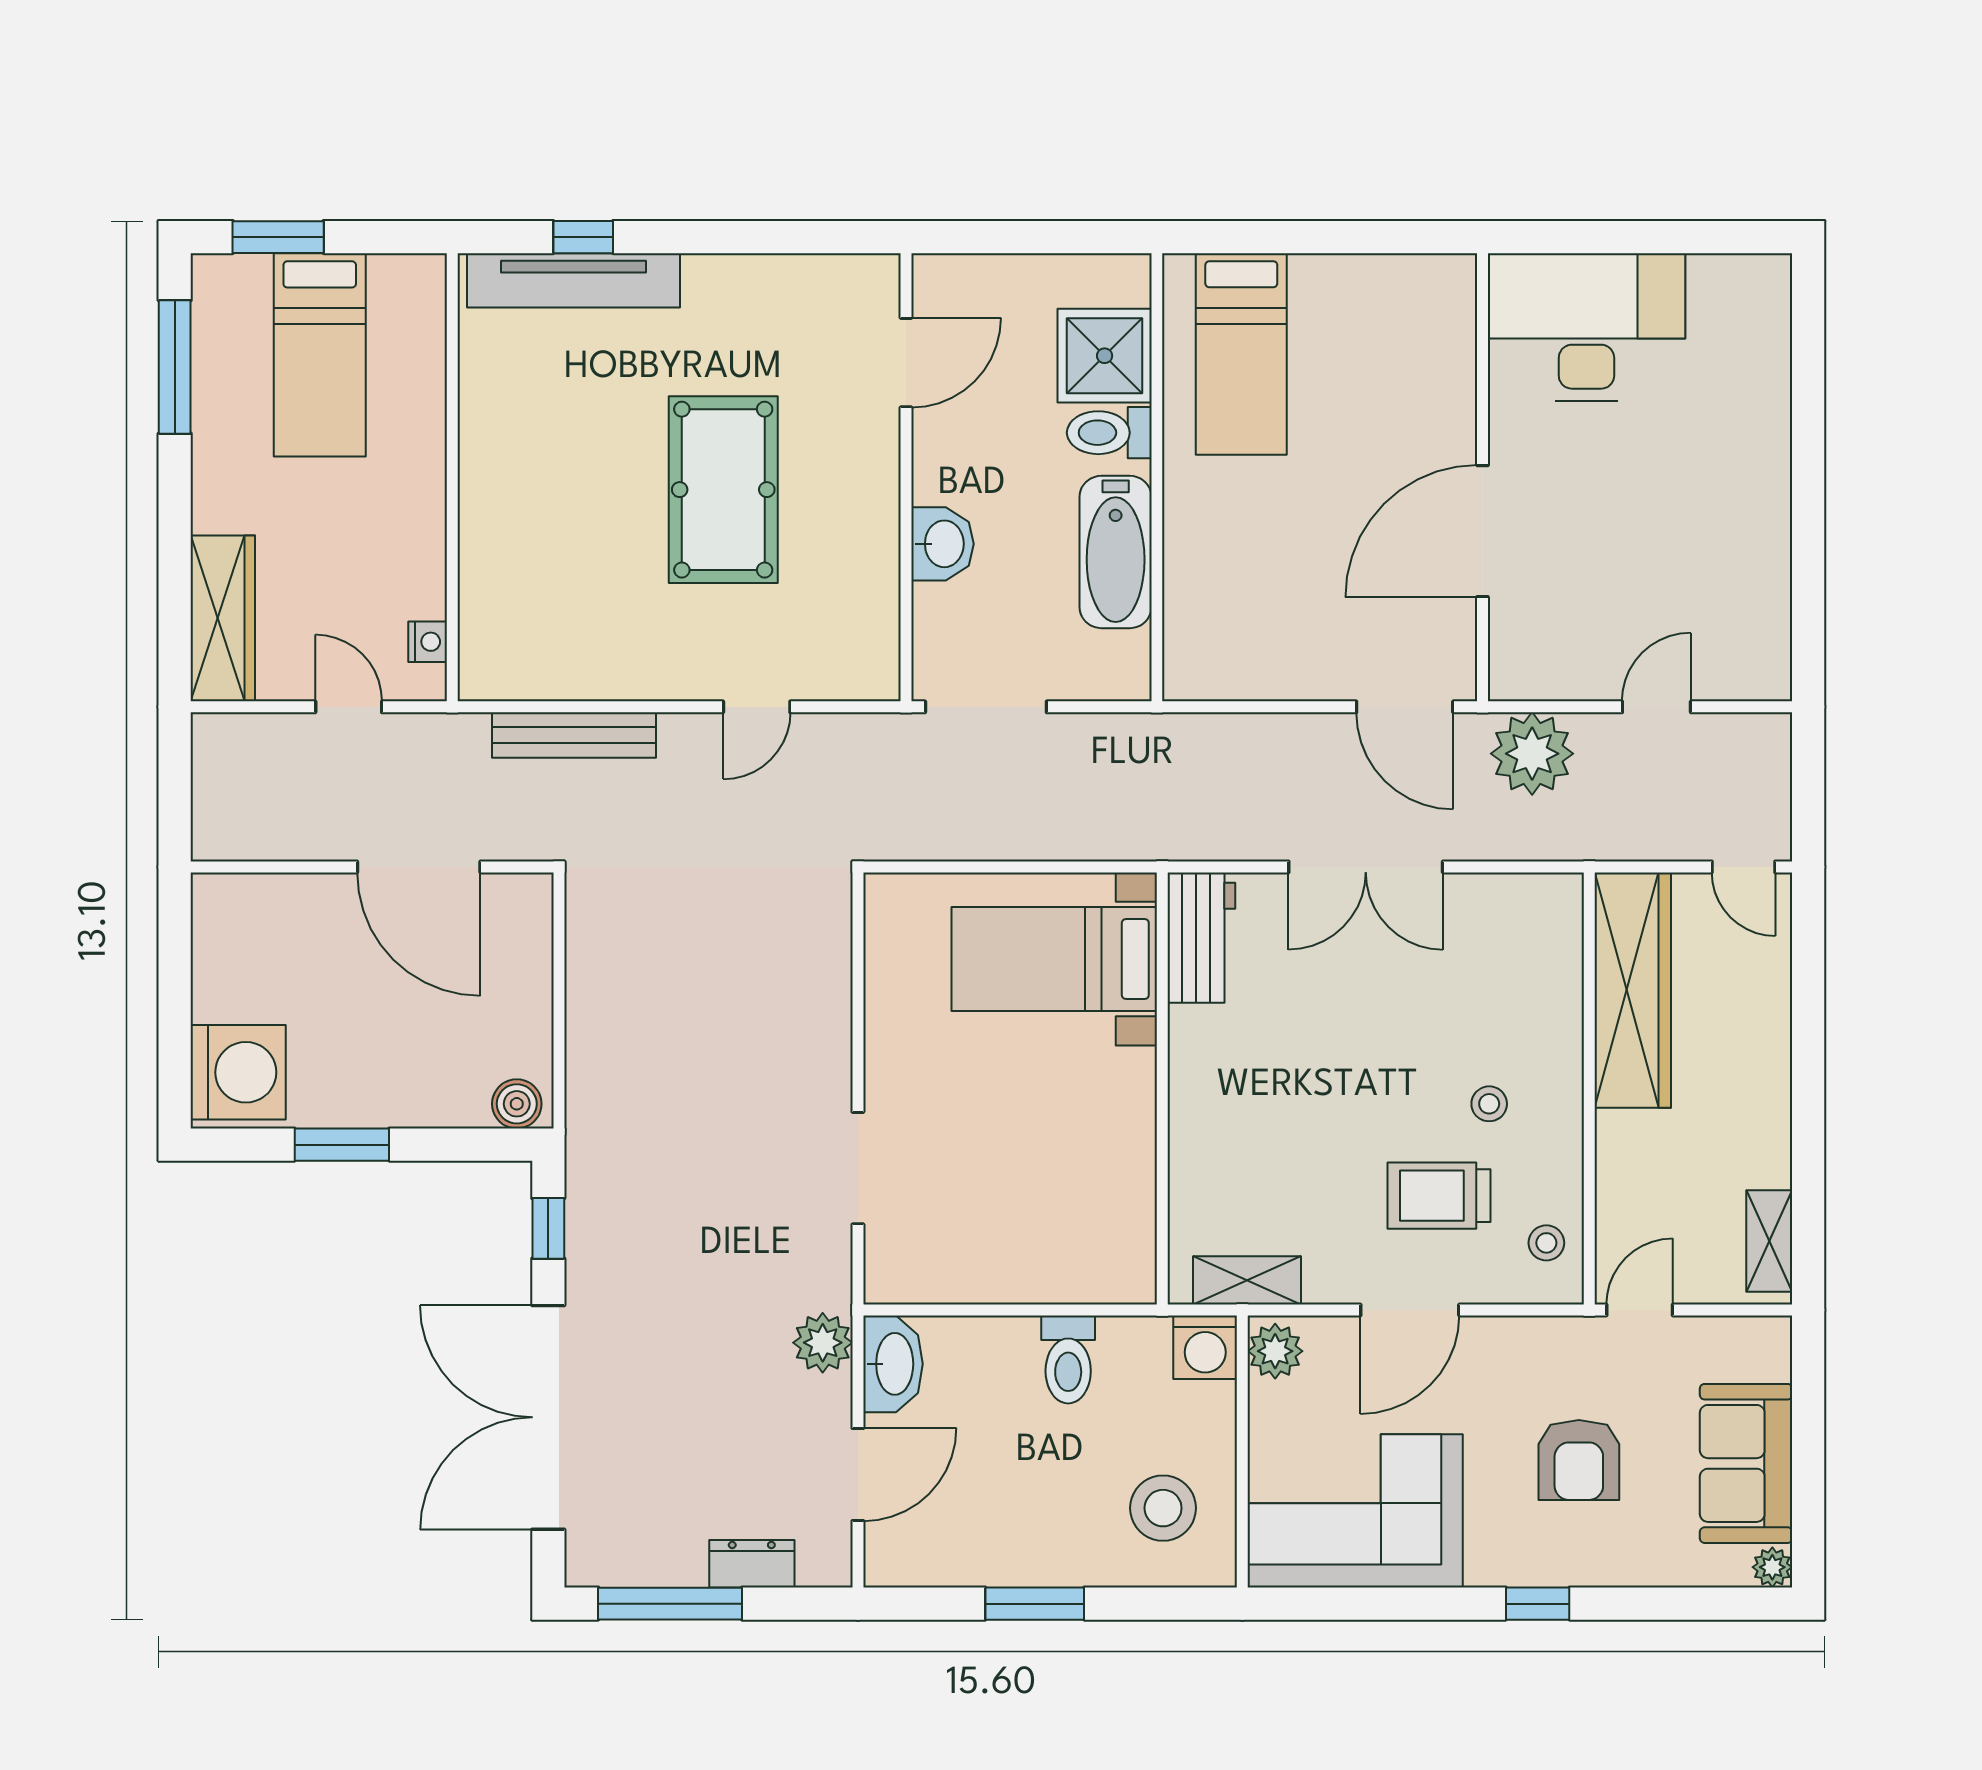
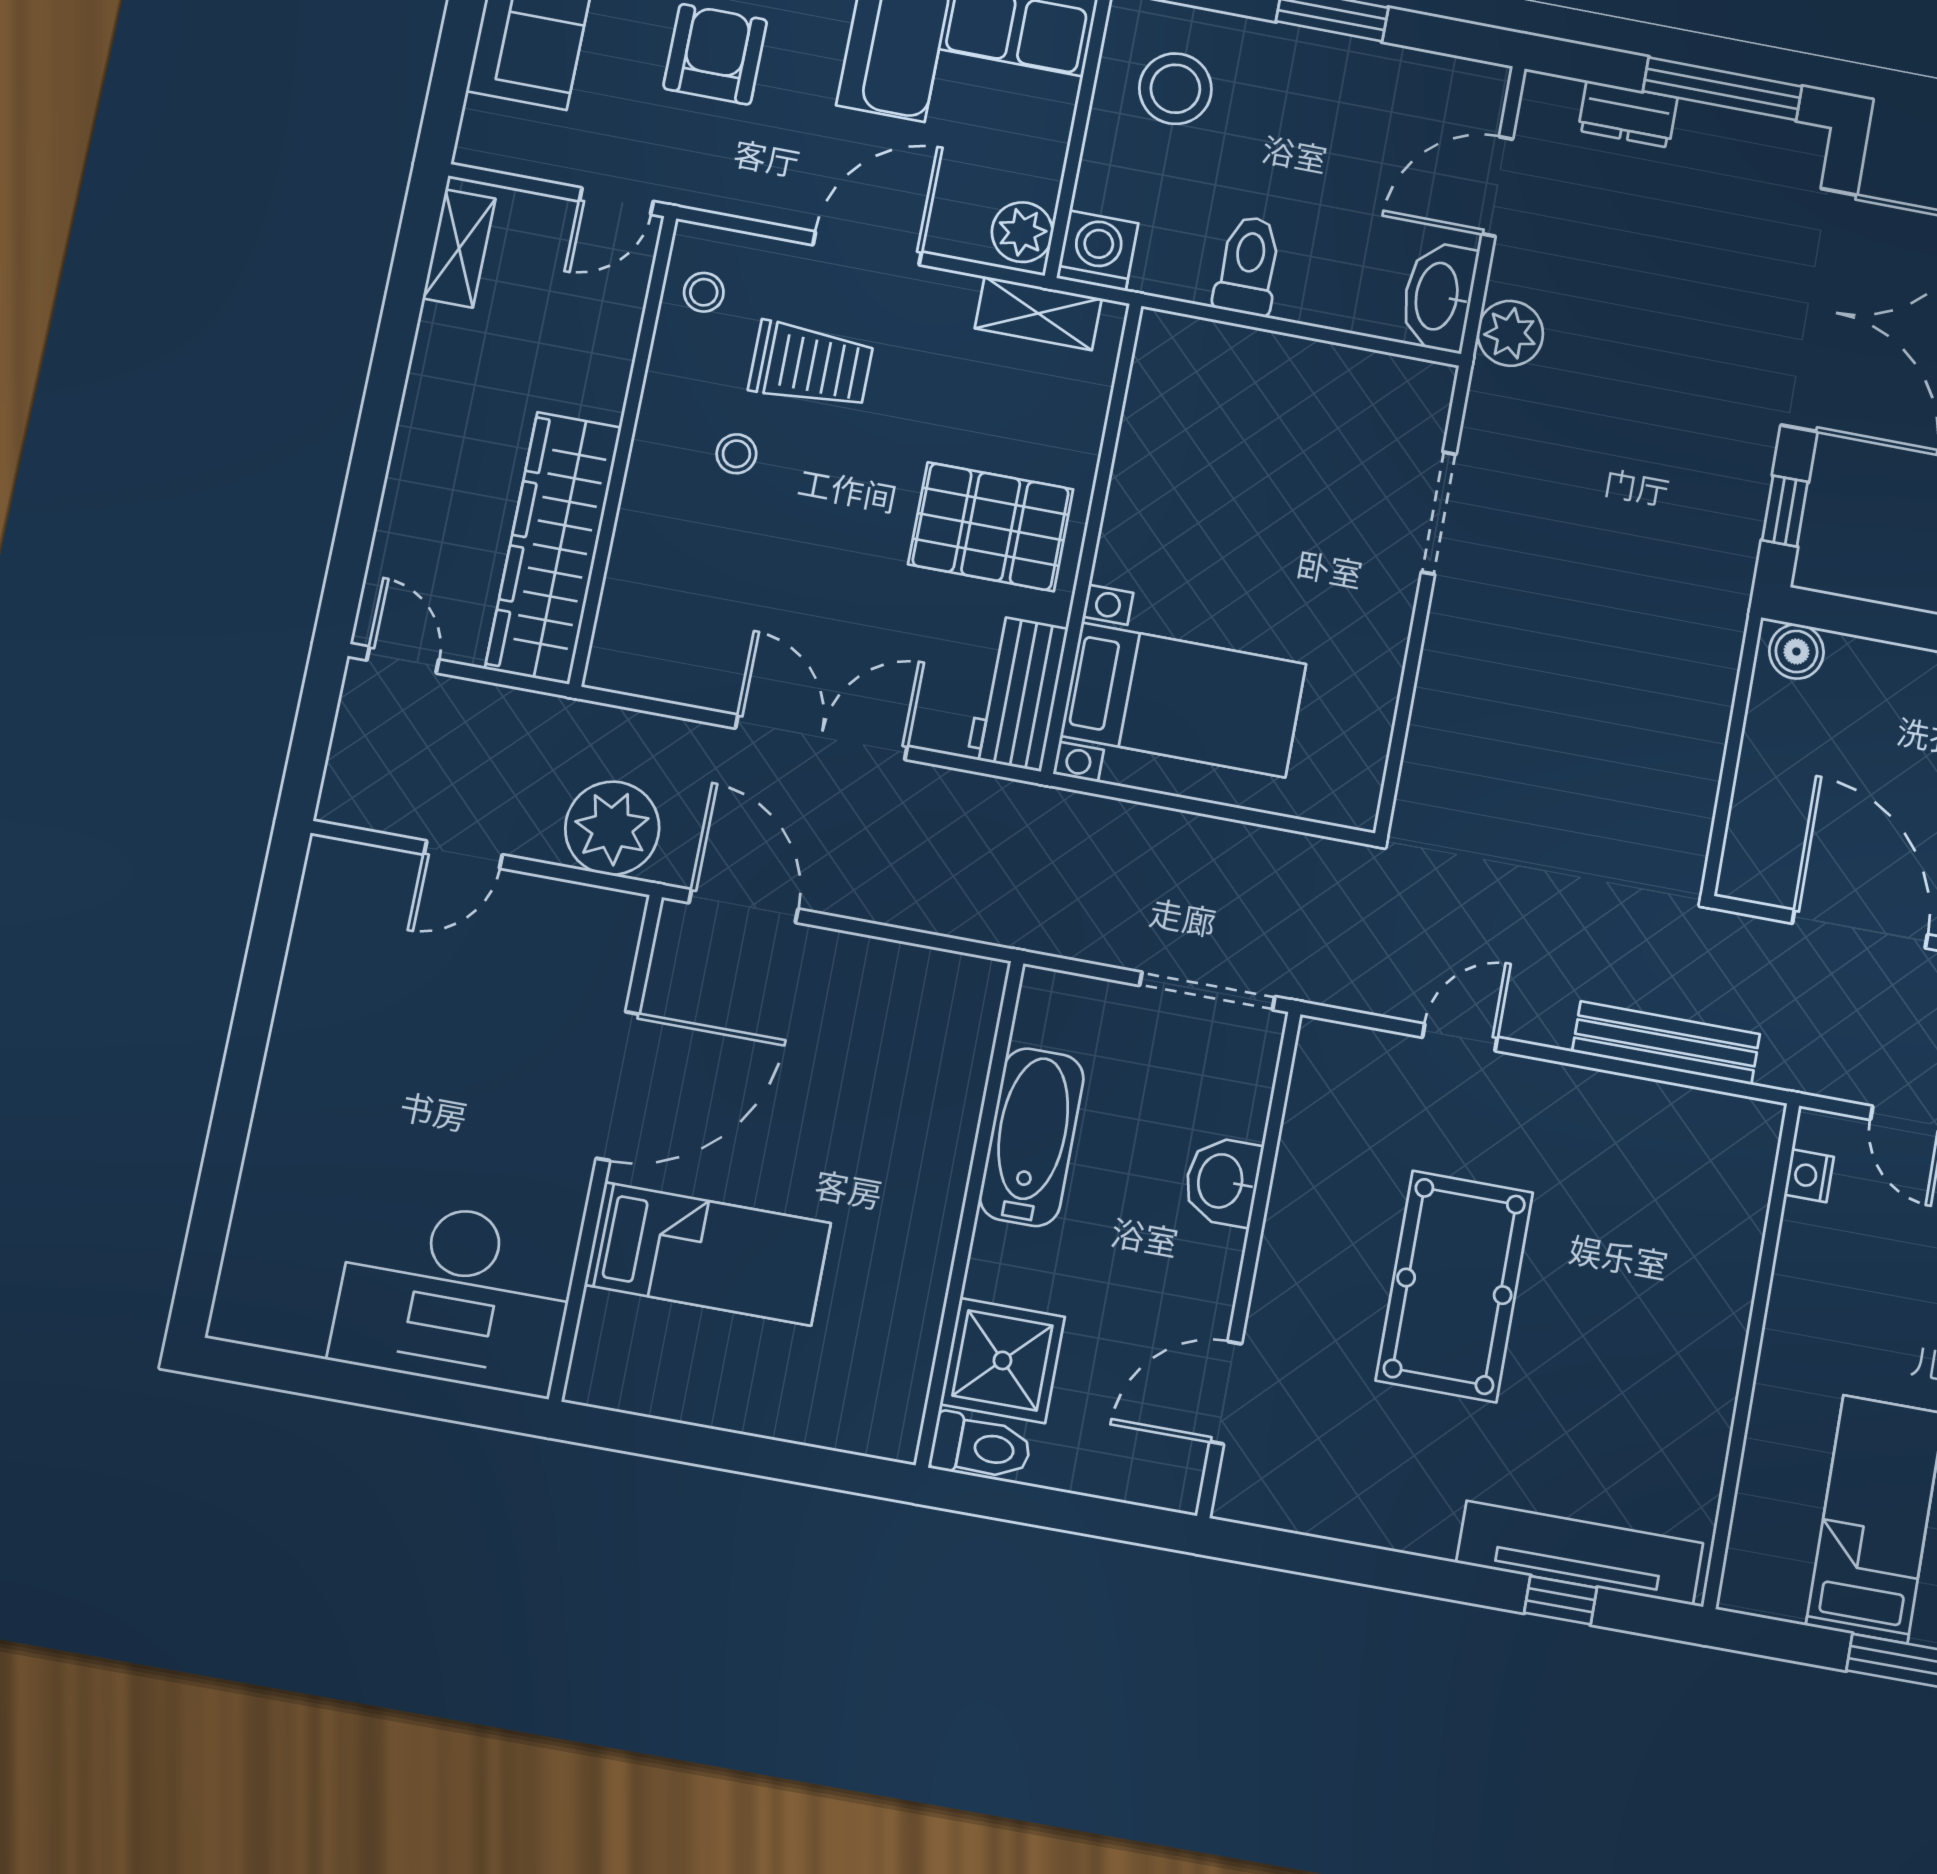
bed: (1241, 354) -> (708, 1254), moved, turned 90
toilet: (1109, 433) -> (981, 1447), moved
pallet: (1253, 1081) -> (991, 527), added

